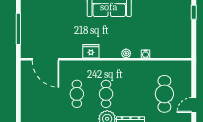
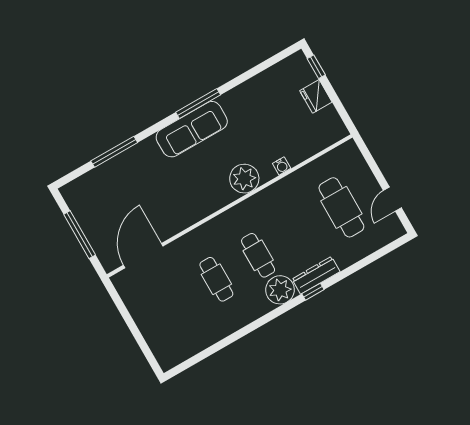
fridge: (91, 51) -> (316, 96), moved, turned -90
plant: (126, 53) -> (244, 179), width x1.88, depth x1.88
door: (45, 59) -> (143, 256), swing flipped

